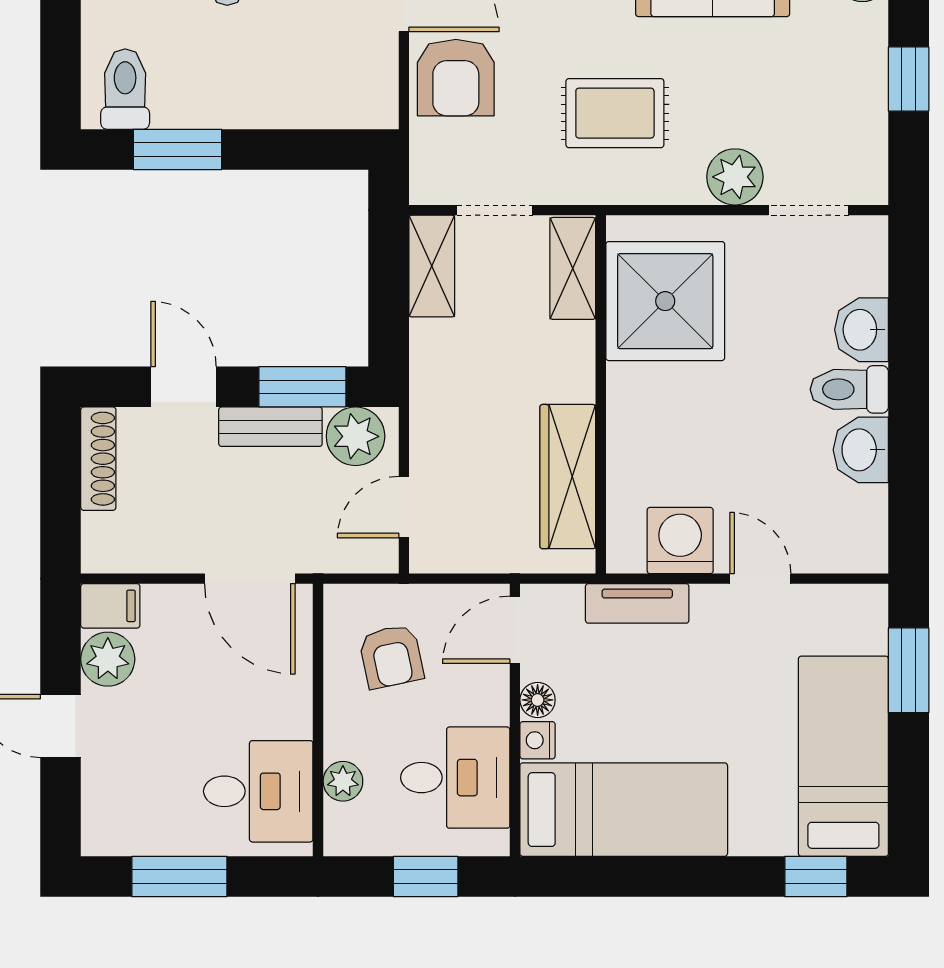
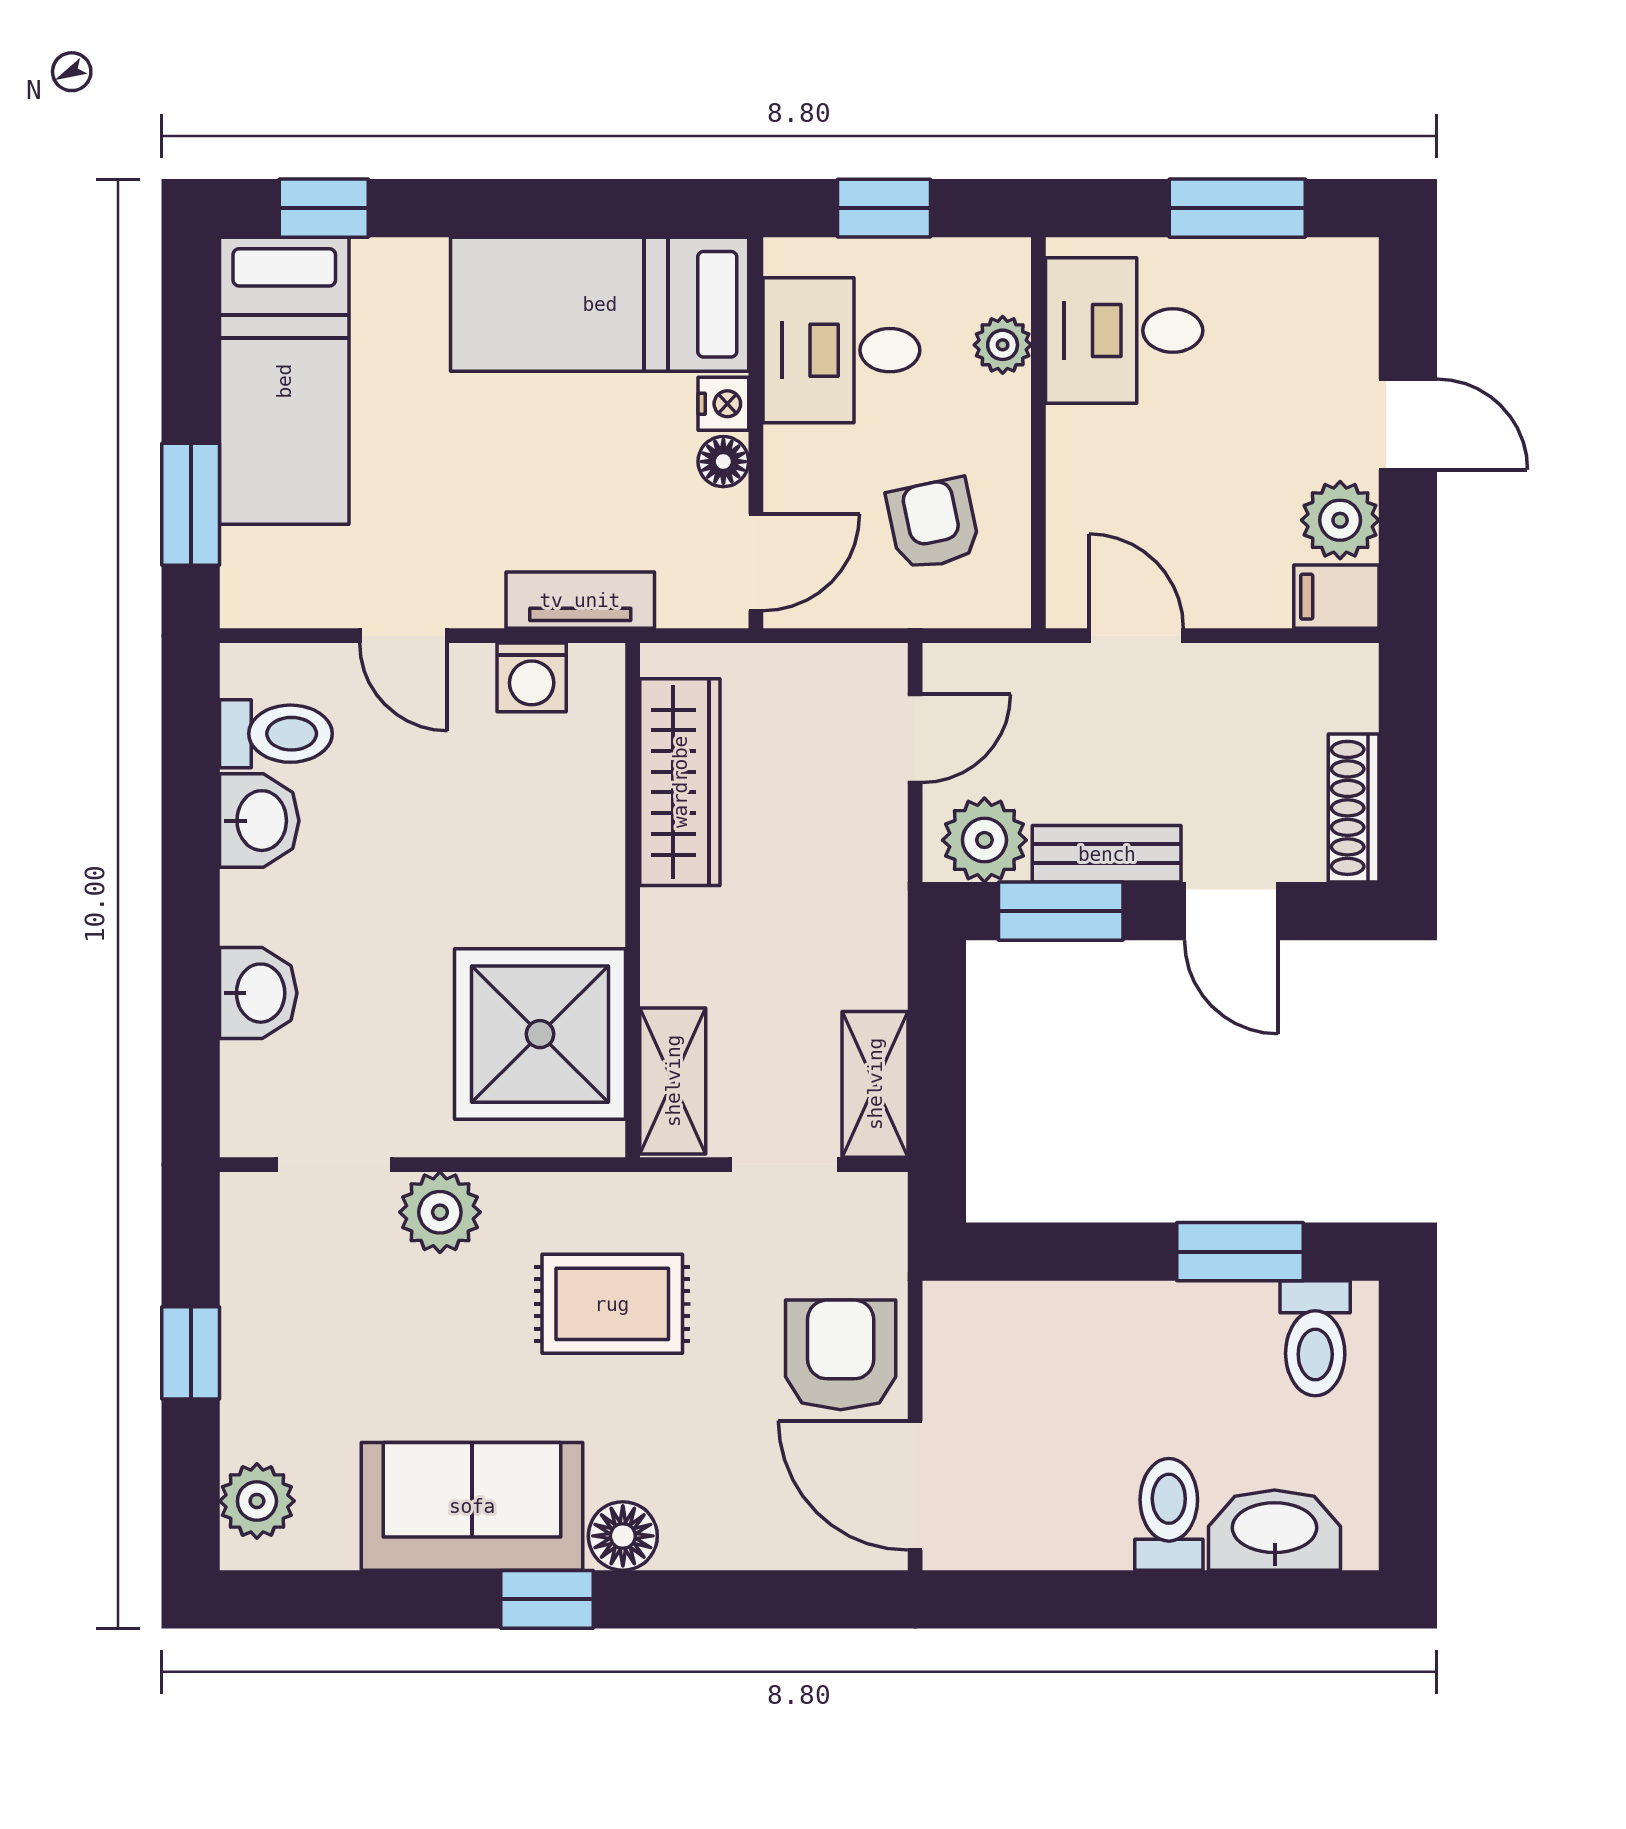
toilet: (849, 389) -> (276, 734), moved
washing machine: (680, 541) -> (532, 677), width x0.73, depth x0.73
door: (250, 579) -> (1136, 636), width x0.73

